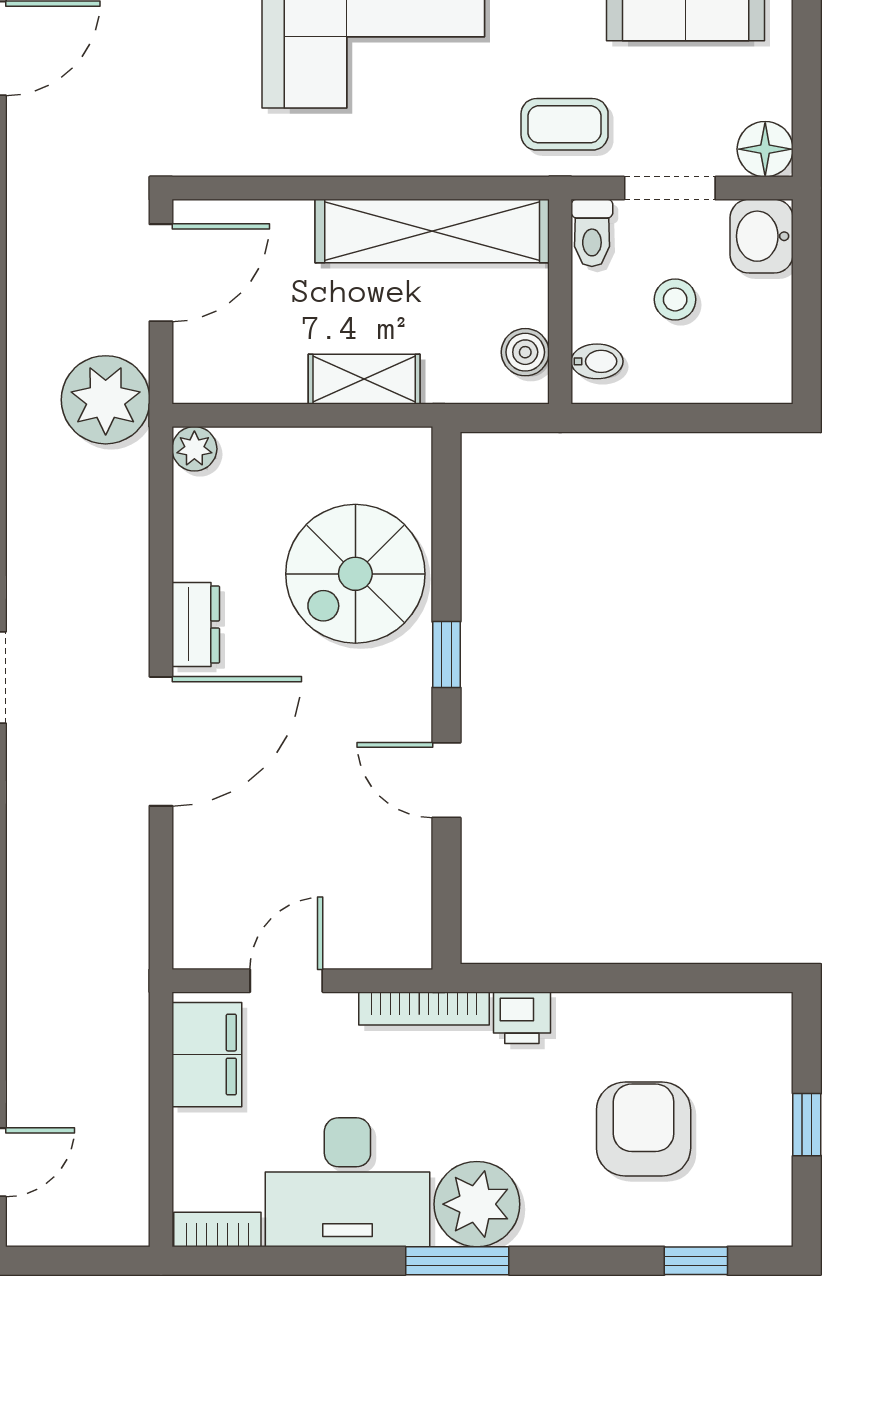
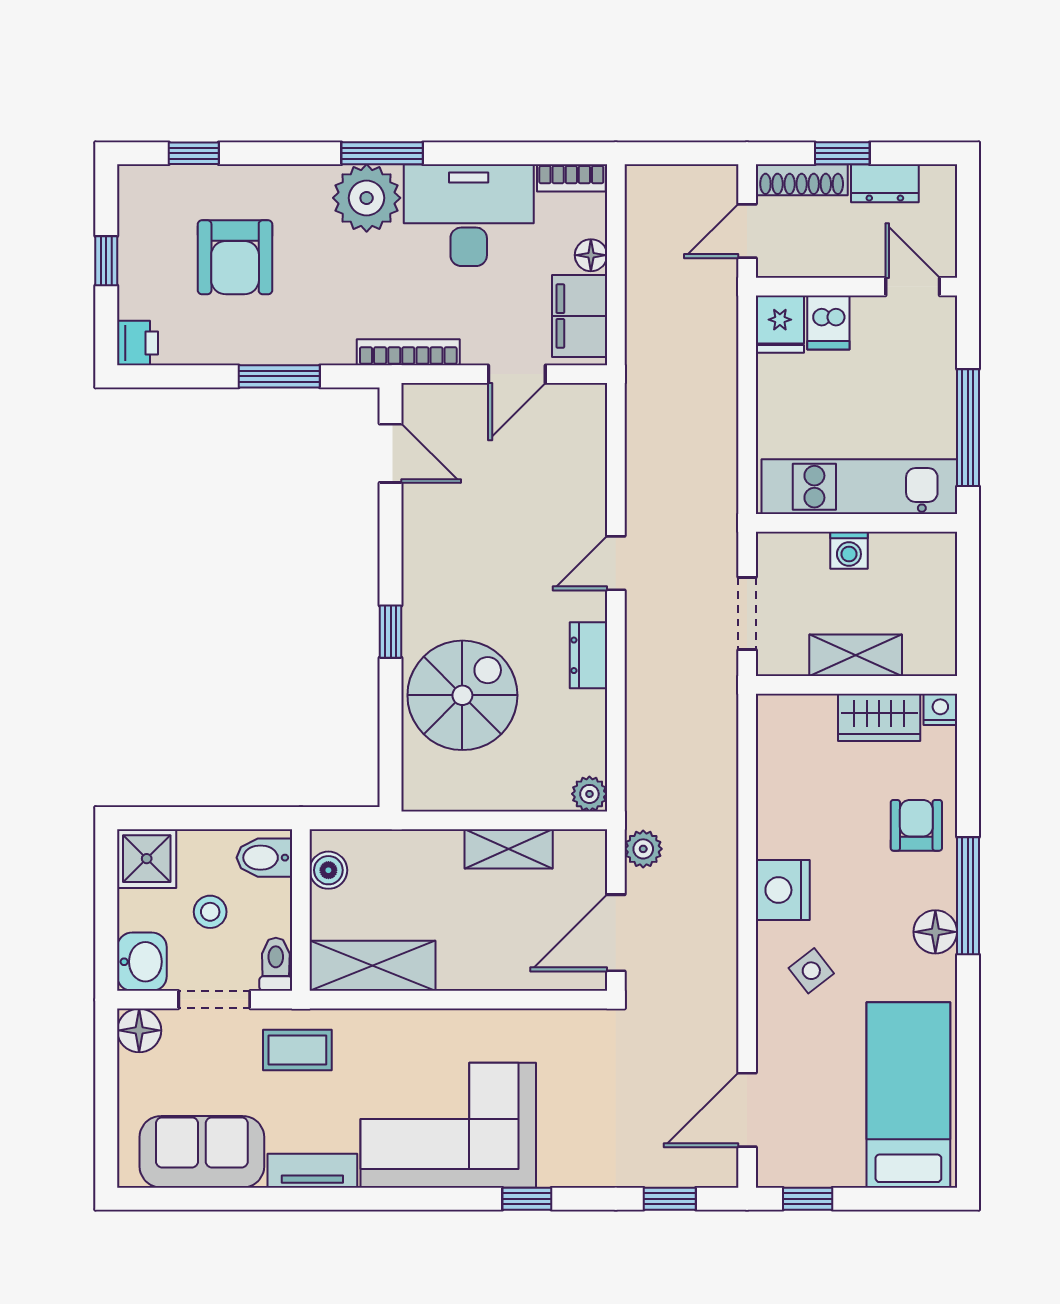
shelving: (432, 231) -> (373, 966), width x0.68
bidet: (597, 361) -> (264, 858), width x1.38, depth x1.36
shower: (756, 367) -> (147, 859), added
shelving: (364, 379) -> (509, 849), moved
plant: (106, 400) -> (643, 849), width x0.53, depth x0.53
door: (161, 741) -> (616, 563), width x0.53
door: (446, 780) -> (391, 453), moved
window: (587, 978) -> (279, 376), added
printer: (522, 1018) -> (138, 343), moved, turned 90
floor lamp: (192, 1132) -> (591, 255), added

